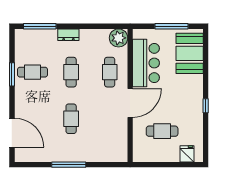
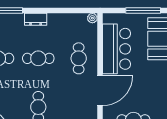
plant: (119, 38) -> (92, 18), width x0.53, depth x0.53
cafe table: (71, 72) -> (38, 58), turned 90

